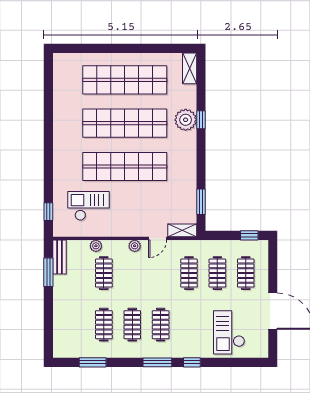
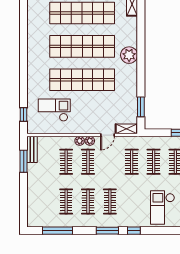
plant: (186, 120) -> (129, 55), moved
window: (201, 120) -> (141, 44), removed
plant: (96, 246) -> (80, 141), moved
clothes rail: (132, 273) -> (88, 162), added
window: (93, 362) -> (57, 231), width x1.44

